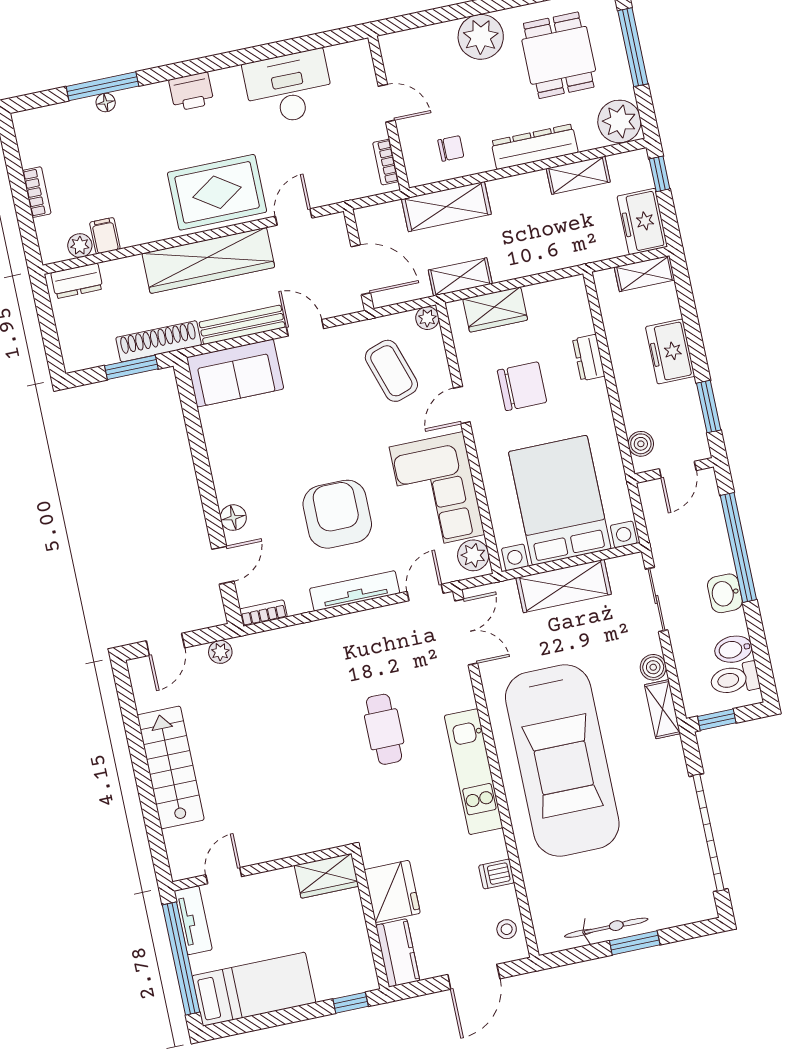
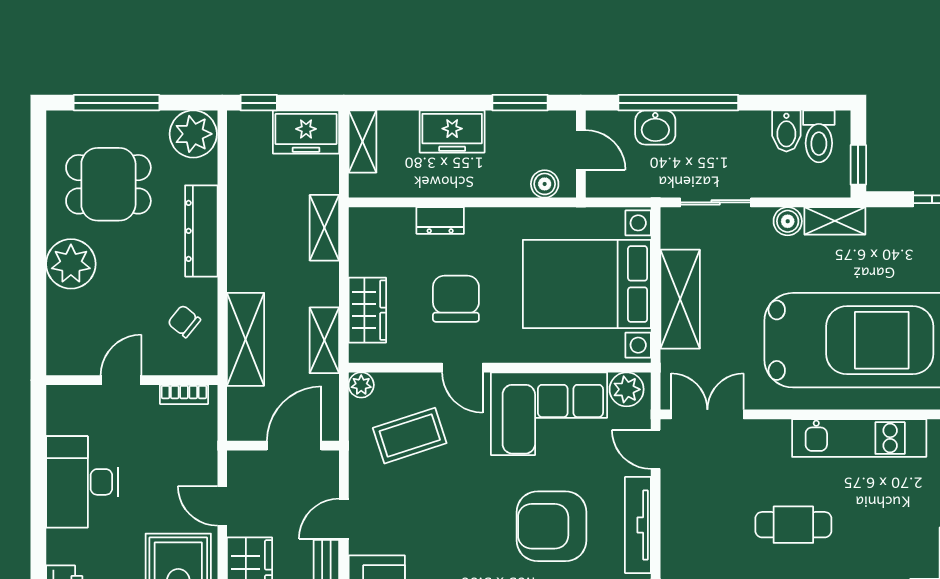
chair: (451, 148) -> (184, 321), turned -51
shelving: (578, 175) -> (324, 228), moved
washbasin: (725, 593) -> (655, 127), moved

